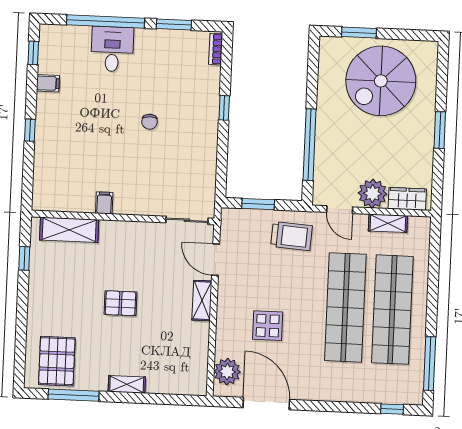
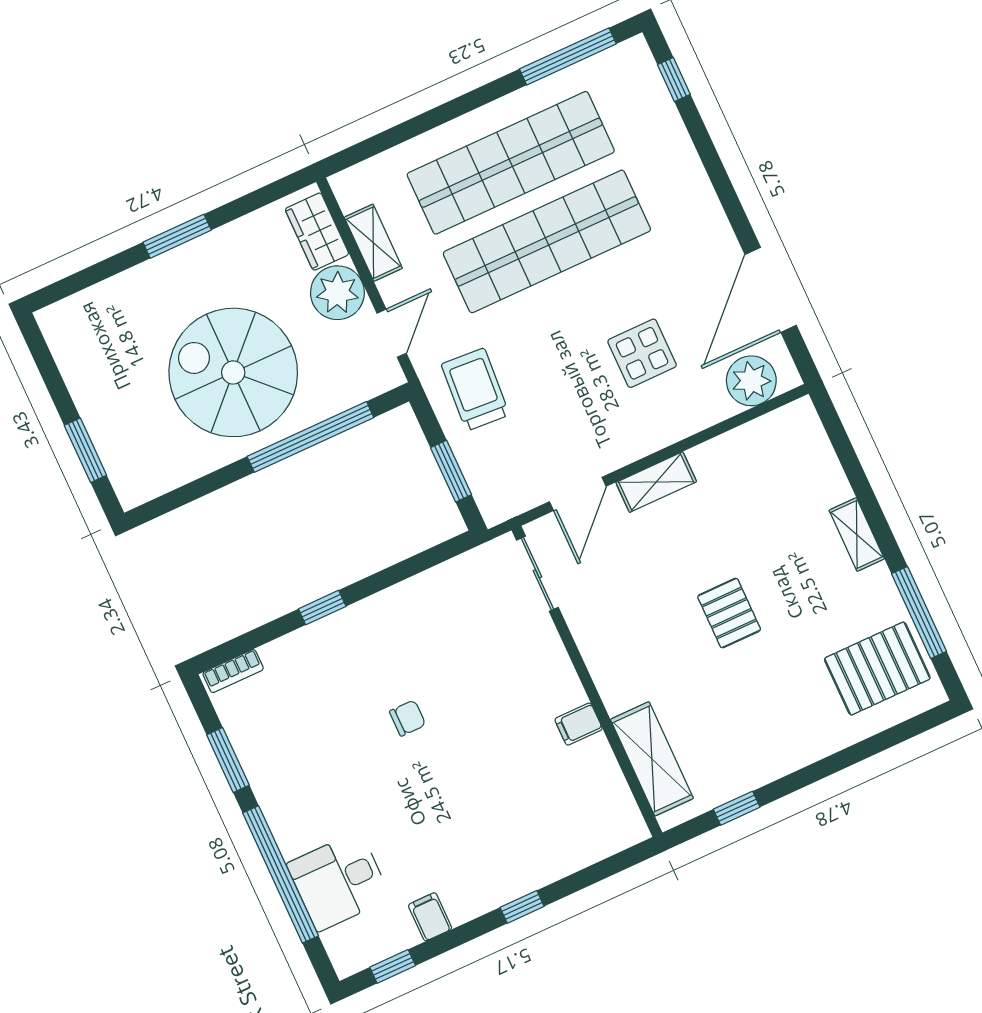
desk: (112, 49) -> (339, 881), moved
spiral stairs: (381, 81) -> (233, 372), moved, turned 180

